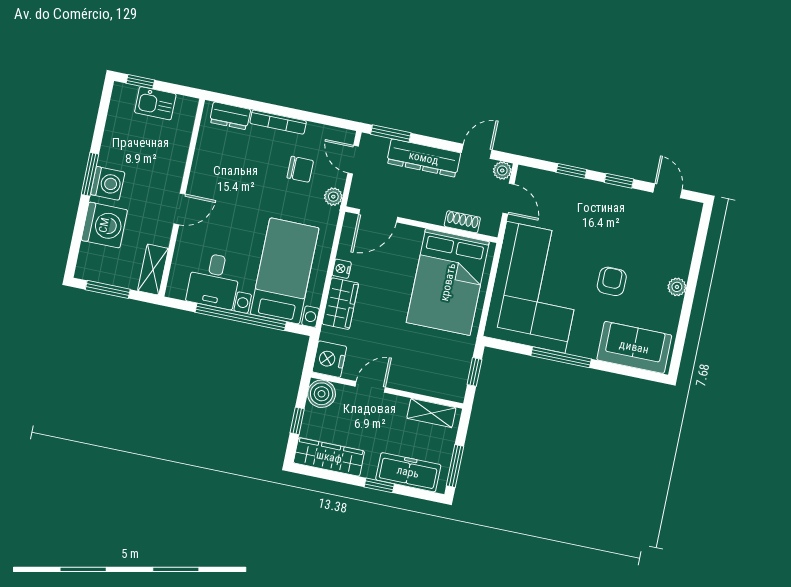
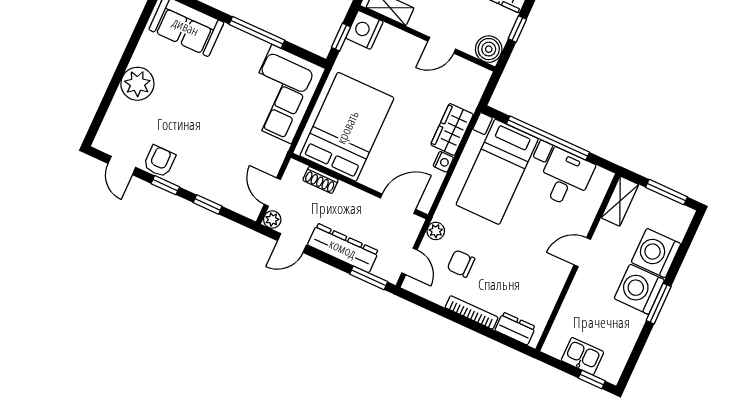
washing machine: (108, 183) -> (639, 289), width x1.37, depth x1.37
armchair: (612, 281) -> (159, 161), moved, turned 180
corner sofa: (536, 287) -> (282, 94), width x0.73, depth x0.74
plant: (677, 287) -> (137, 84), width x1.88, depth x1.88
nightstand: (329, 359) -> (364, 30), moved, turned 180

